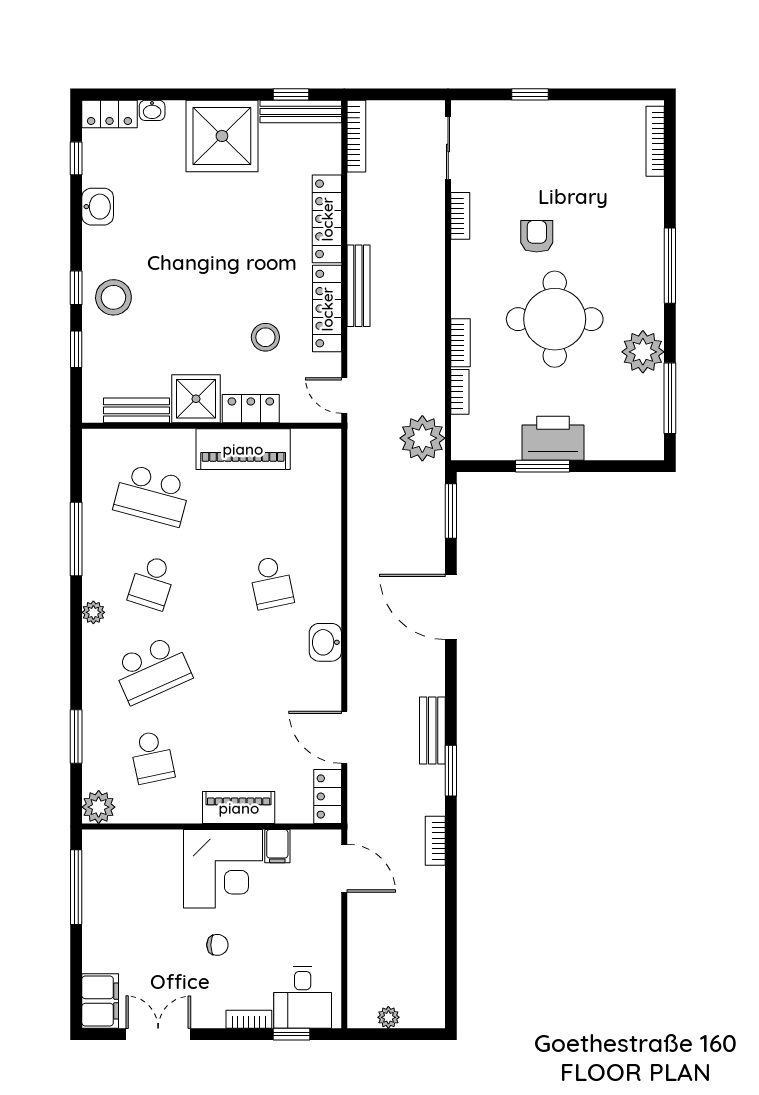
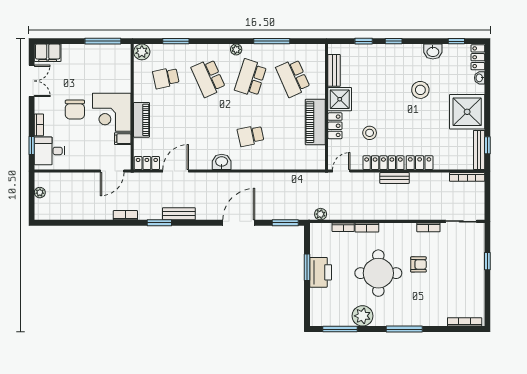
locker: (327, 219) -> (420, 163), width x0.66
bench: (359, 286) -> (395, 178), width x0.73
stool: (113, 297) -> (420, 90), moved
plant: (422, 438) -> (321, 214), width x0.53, depth x0.53
school desk: (152, 495) -> (293, 78), turned -39
school desk: (152, 583) -> (251, 78), width x1.85
chair: (217, 945) -> (75, 110), width x1.87, depth x1.87

